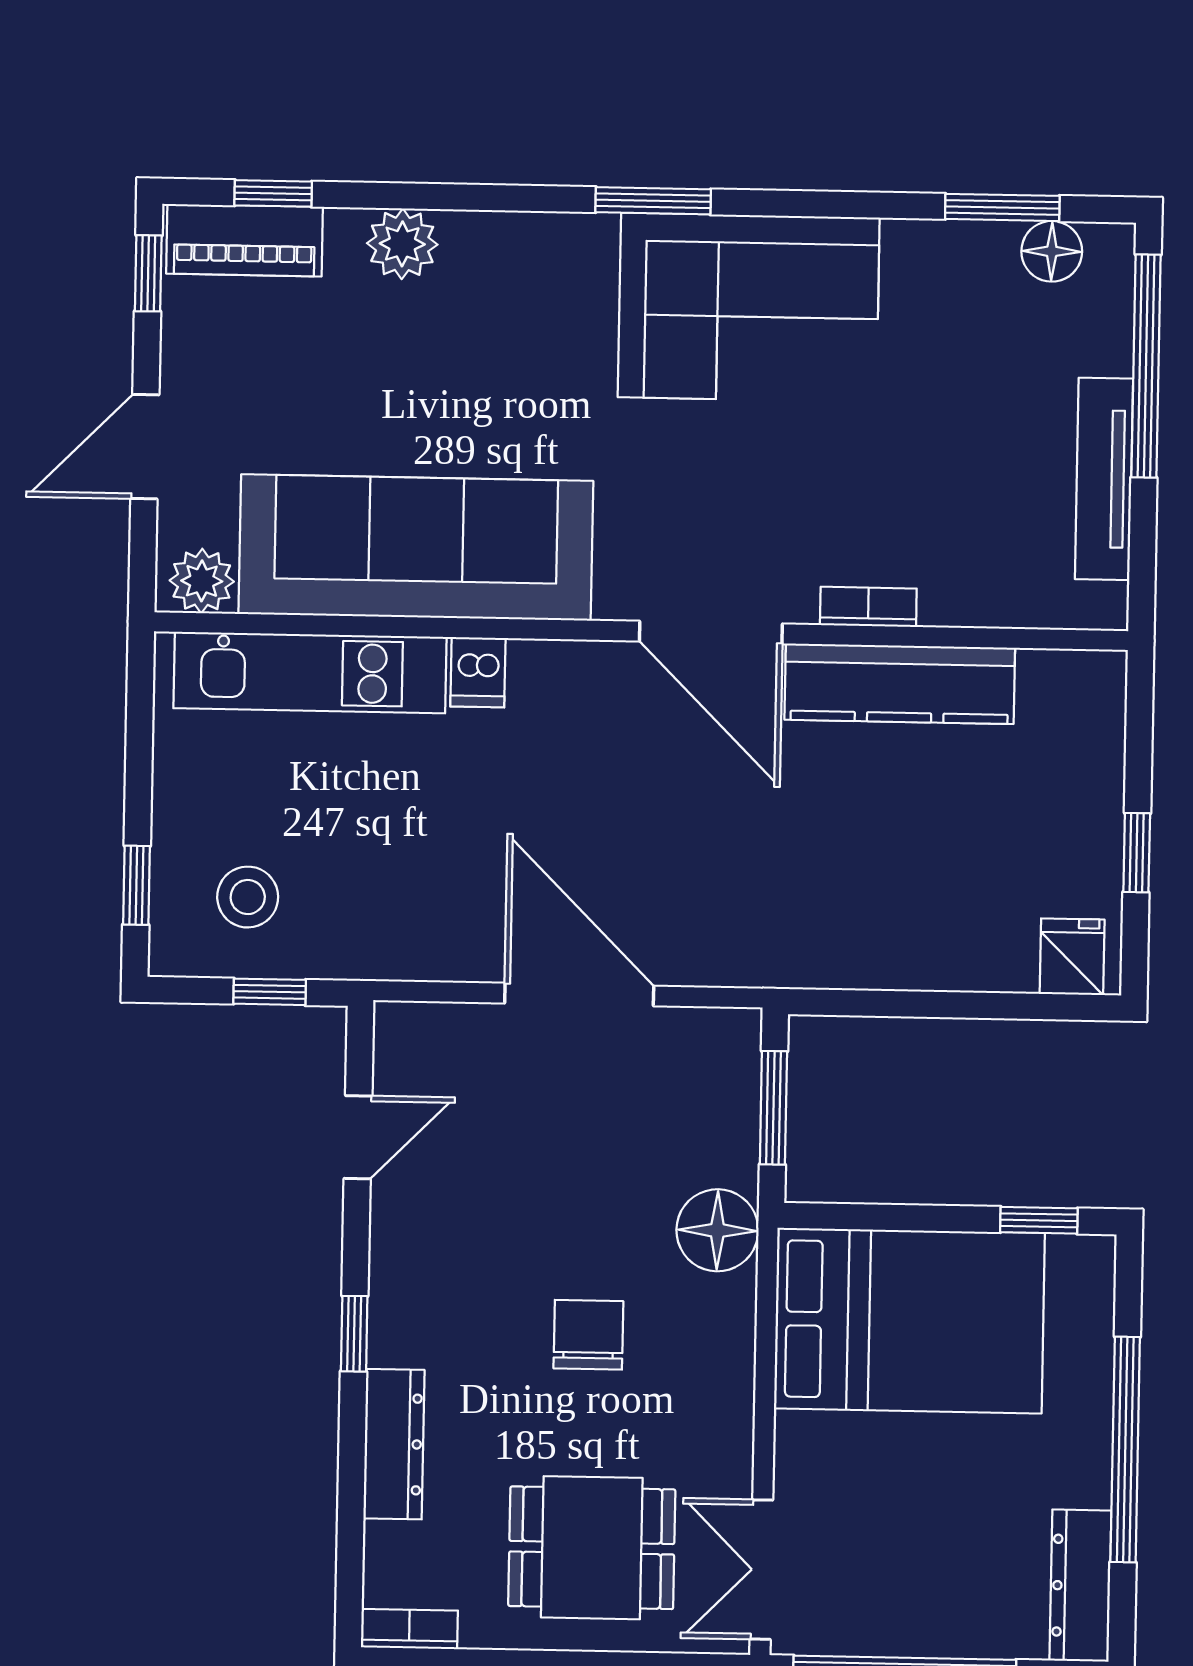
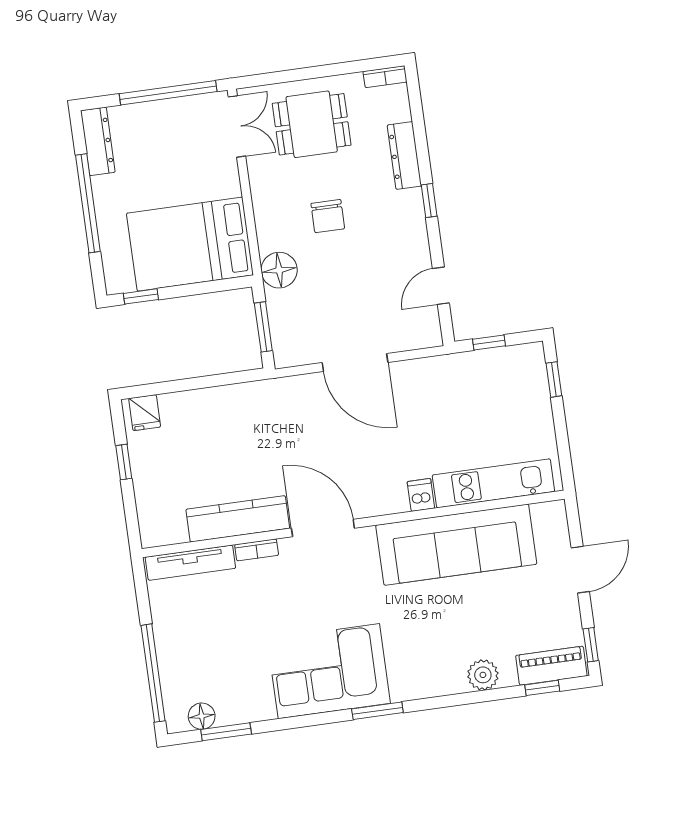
tv unit: (1104, 479) -> (190, 563), moved, turned 90
plant: (202, 581) -> (547, 515), removed
stool: (248, 897) -> (505, 382), removed

